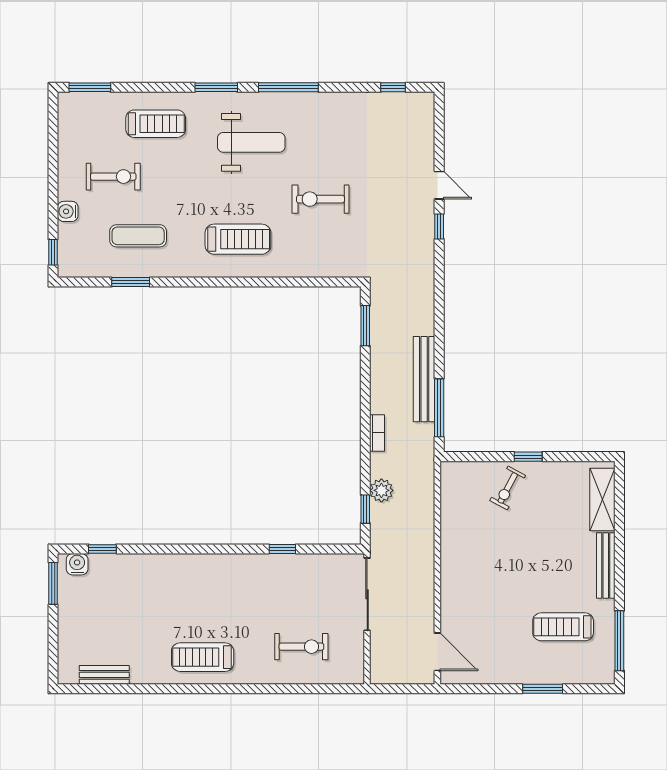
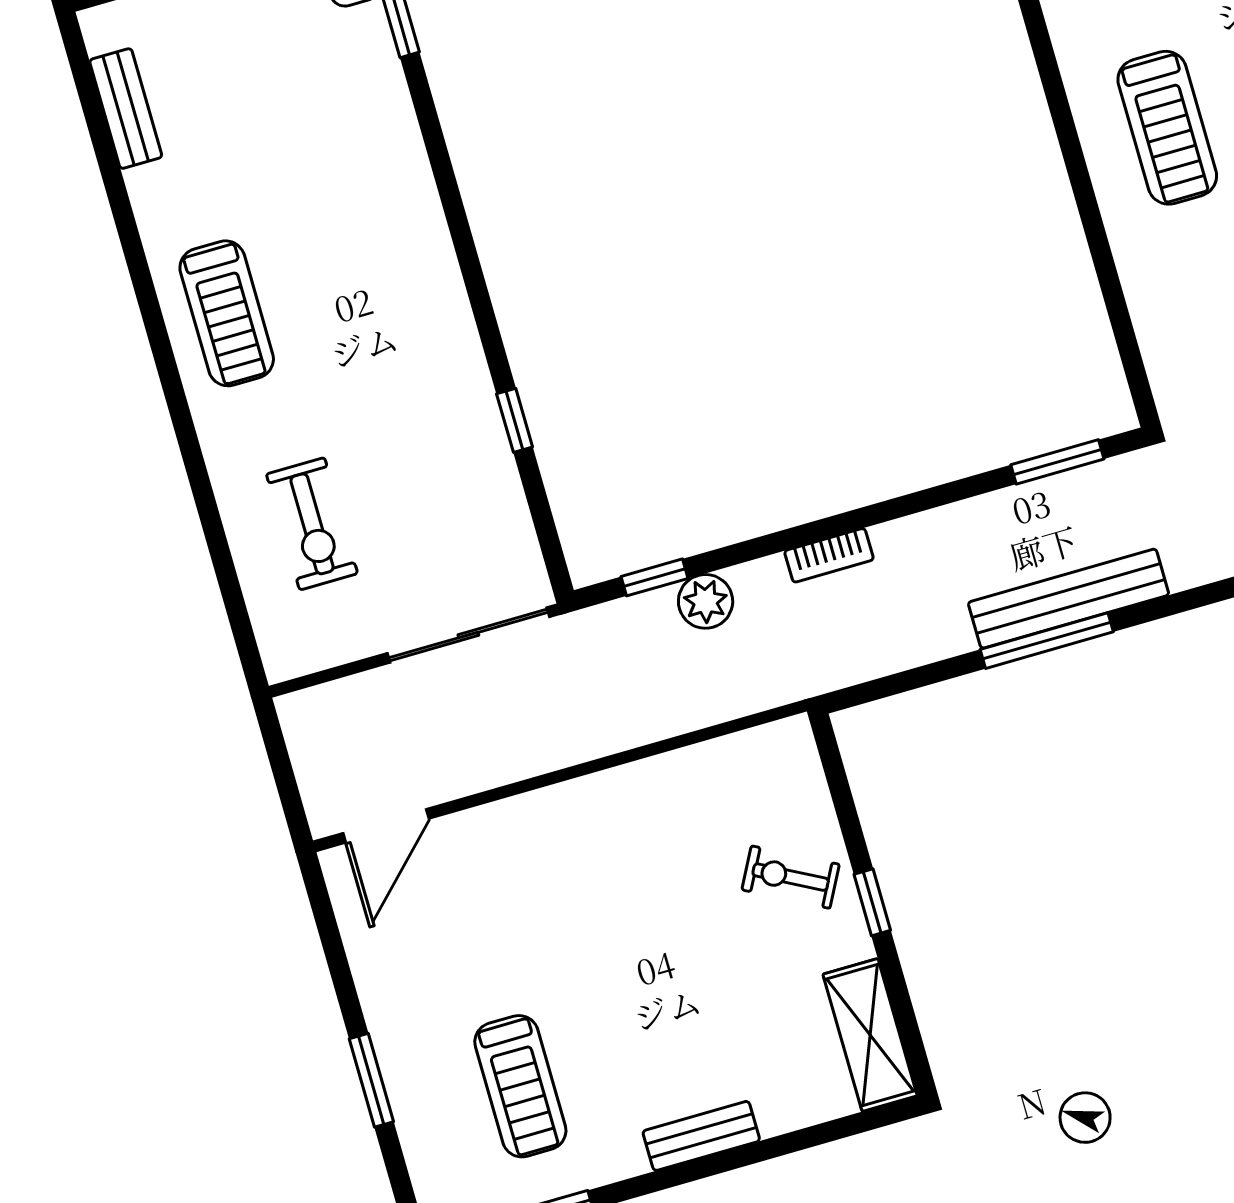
bench: (424, 379) -> (1069, 599), moved
window: (439, 408) -> (1047, 641), moved
shelving: (602, 500) -> (870, 1035), moved, turned 90
bench: (606, 566) -> (701, 1136), width x0.73
treadmill: (563, 627) -> (520, 1086), turned 180
treadmill: (203, 657) -> (227, 313), turned 180

